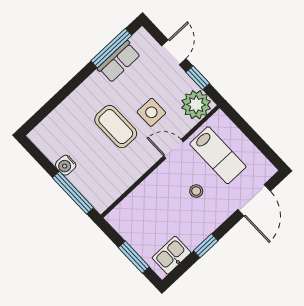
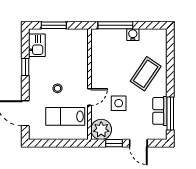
coffee table: (116, 127) -> (146, 74), moved, turned -56

